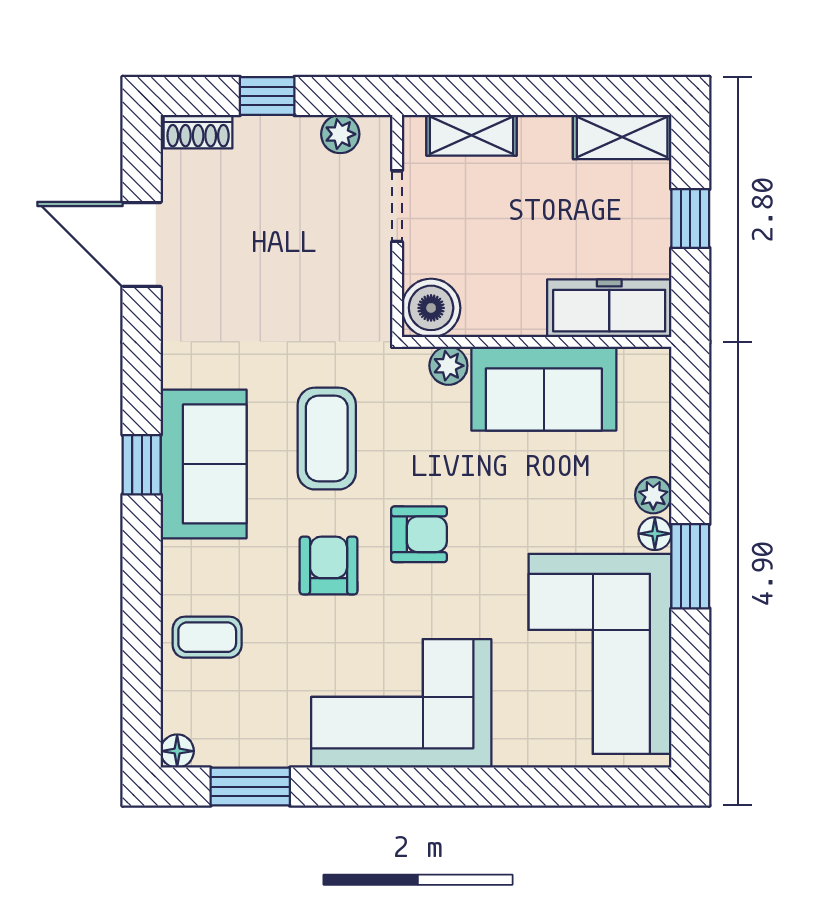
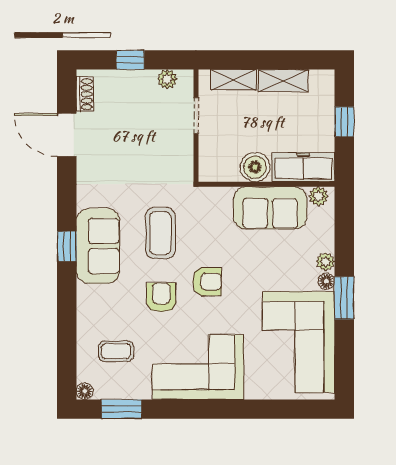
shoe rack: (198, 132) -> (85, 94), moved, turned -90
shelving: (622, 137) -> (283, 81), moved
boiler: (431, 308) -> (255, 167), moved
plant: (448, 366) -> (318, 196), moved
coffee table: (207, 637) -> (116, 351), moved

